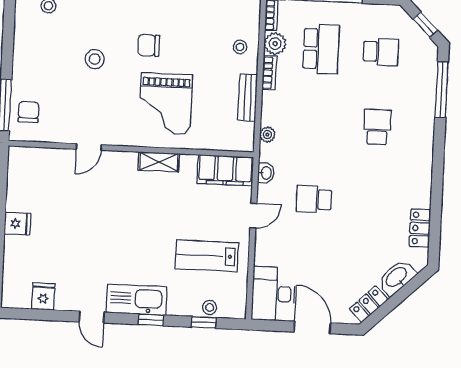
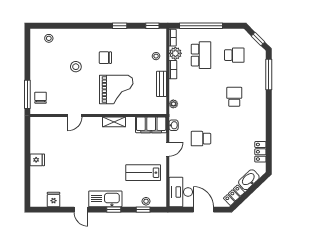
grand piano: (166, 104) -> (116, 89), turned -90

